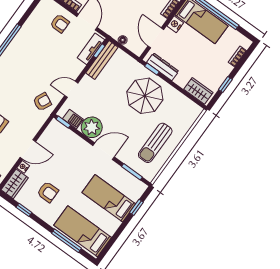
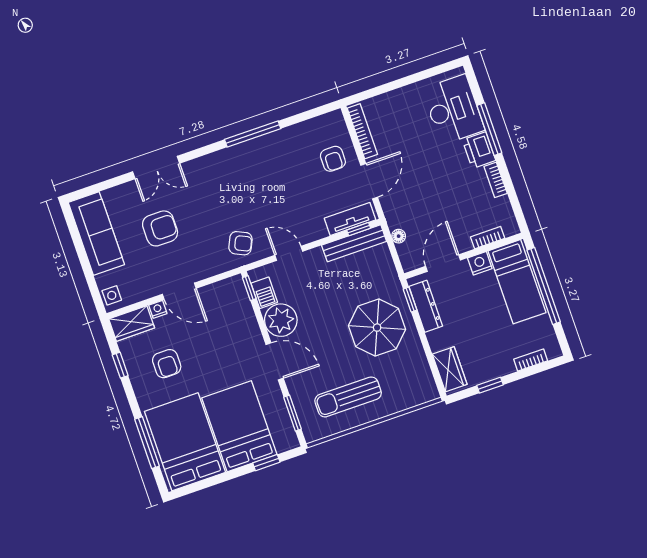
bed: (109, 198) -> (239, 426), width x1.50
bed: (83, 231) -> (185, 442), width x1.50

